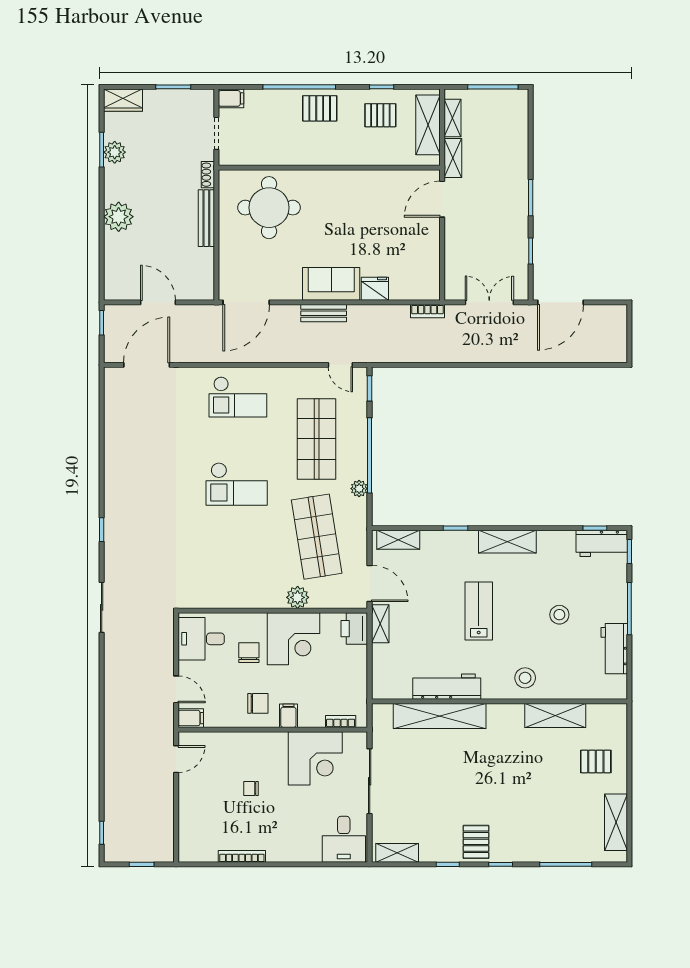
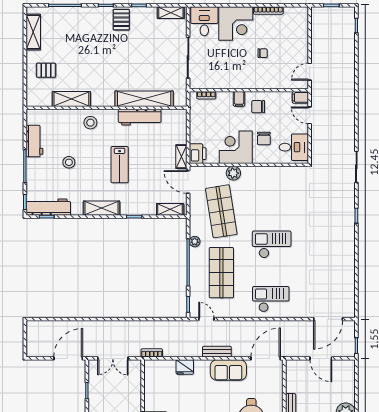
sofa: (331, 284) -> (228, 370), moved
workbench: (602, 543) -> (48, 207), width x1.38
corner desk: (315, 758) -> (236, 24), moved, turned 180

